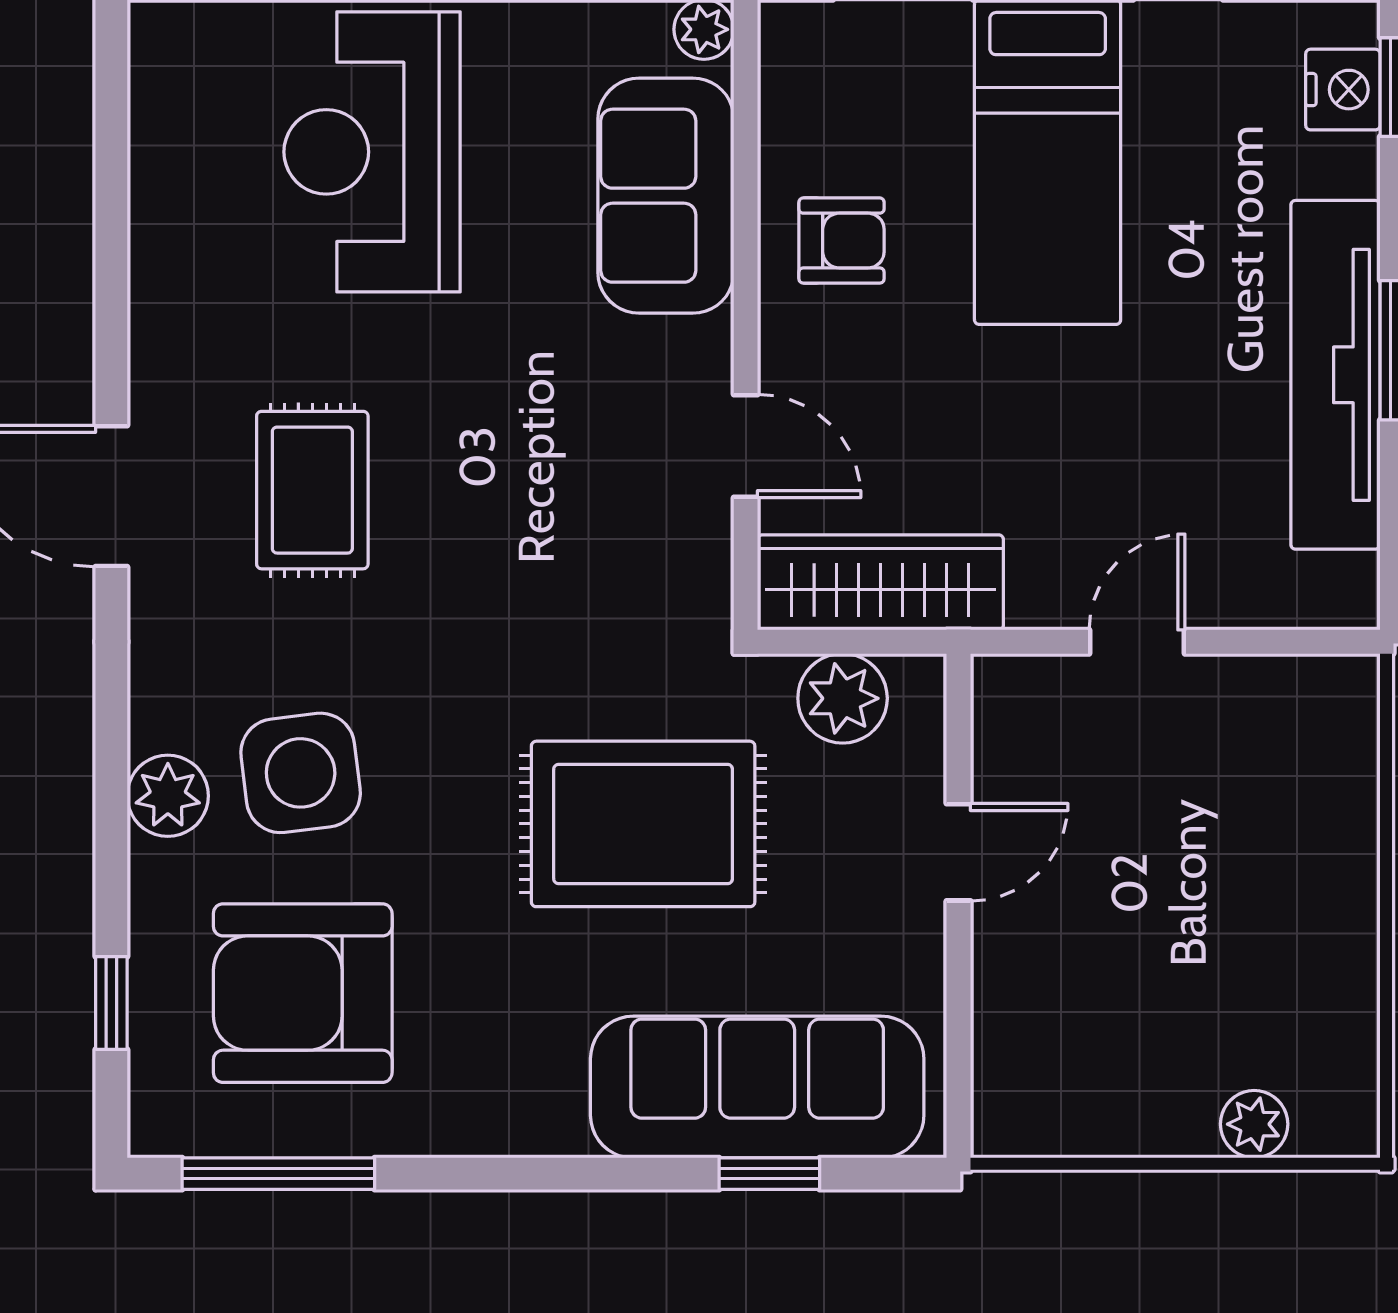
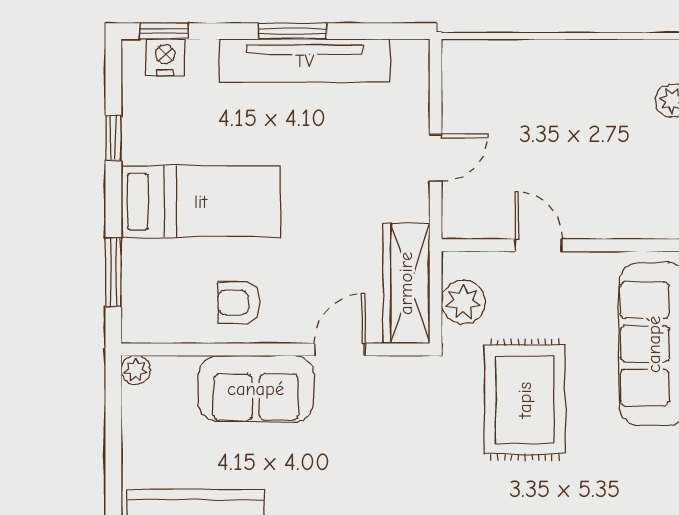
sofa: (666, 196) -> (256, 389), moved
armchair: (842, 241) -> (239, 303), turned -90
door: (1137, 642) -> (436, 158), swing flipped

